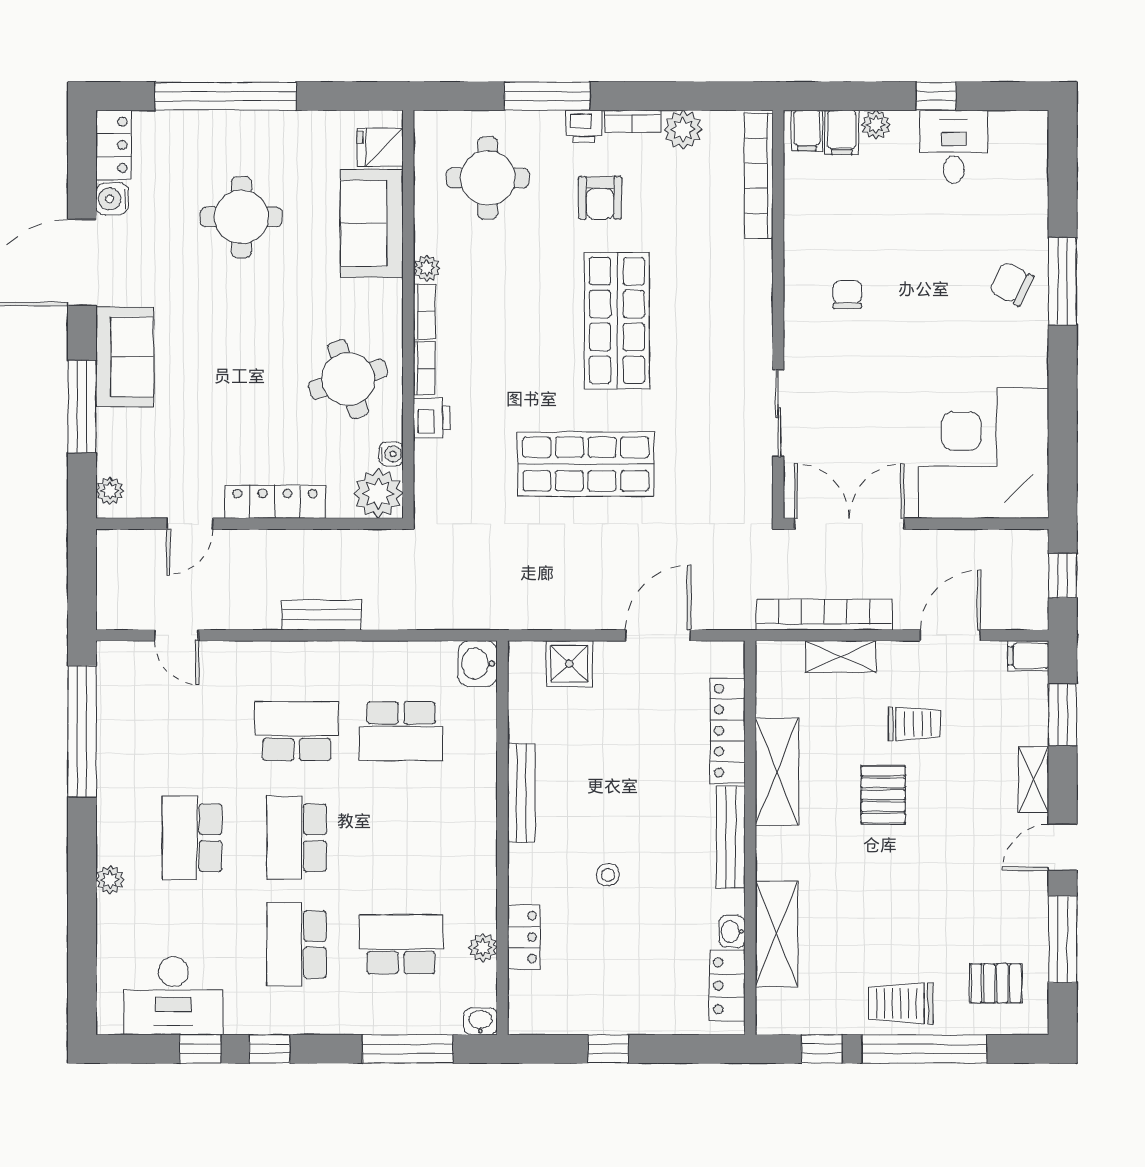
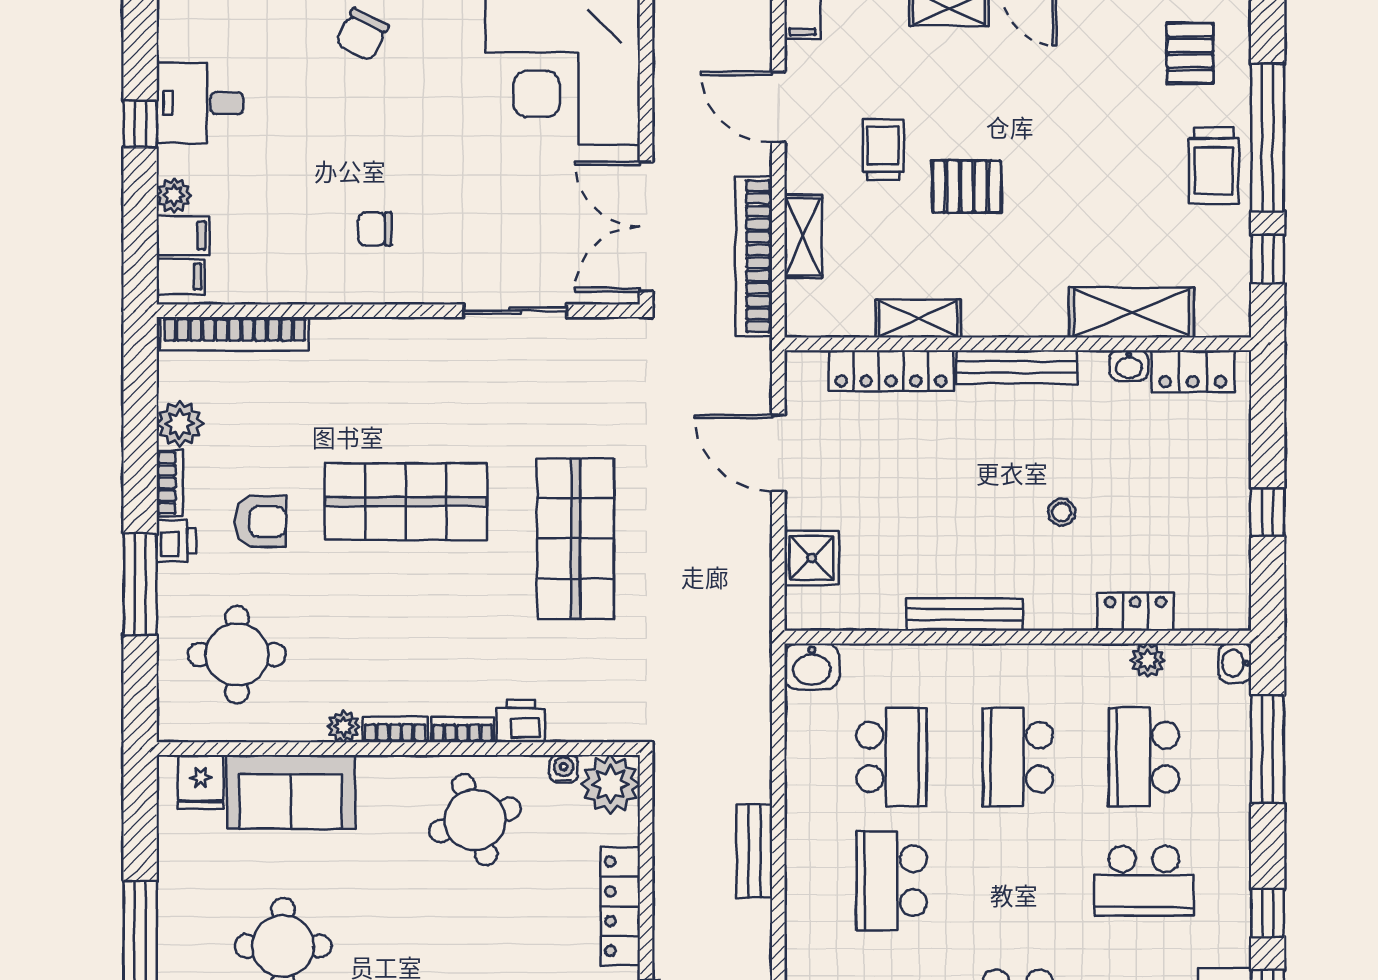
shelving: (777, 772) -> (918, 319), width x0.67, depth x0.75
school desk: (297, 838) -> (1018, 757), moved, turned 90

